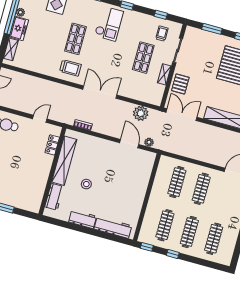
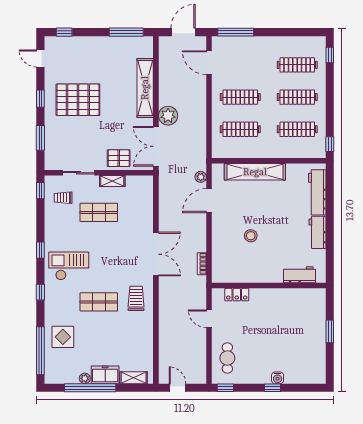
window: (161, 15) -> (40, 191), moved
double door: (100, 92) -> (156, 254), swing flipped
plant: (141, 113) -> (168, 116), moved
shelving: (64, 161) -> (255, 172), moved
stool: (86, 184) -> (251, 236), moved
window: (173, 254) -> (330, 55), moved

